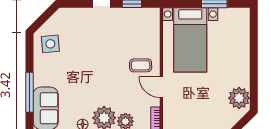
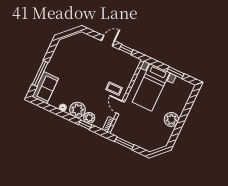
side table: (50, 44) -> (66, 50), removed
plant: (239, 98) -> (171, 119), moved

